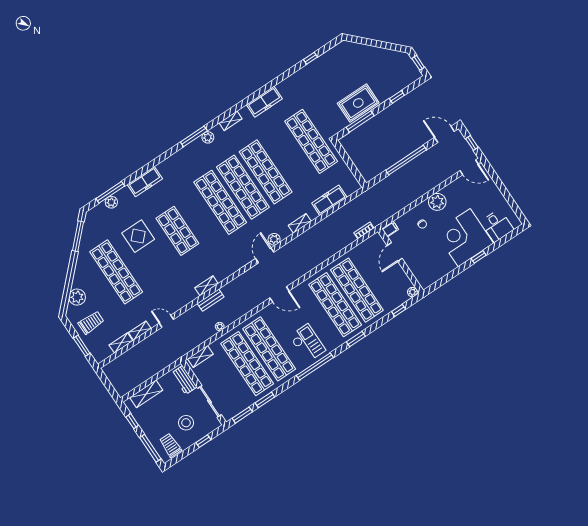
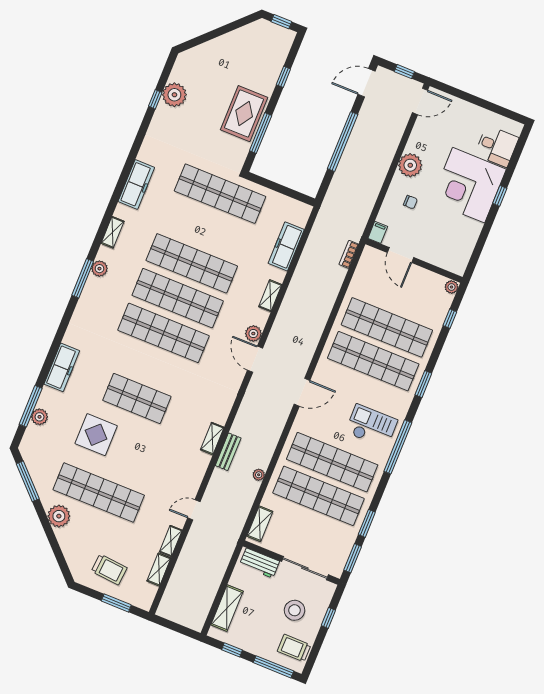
plant: (324, 63) -> (174, 95), added
plant: (77, 297) -> (59, 516), moved
trolley: (91, 323) -> (109, 569), turned 95

